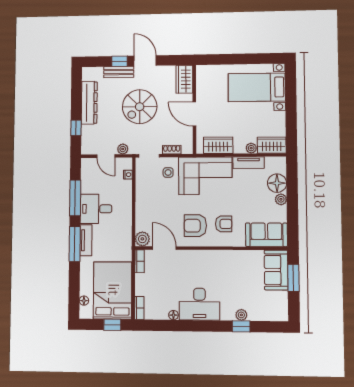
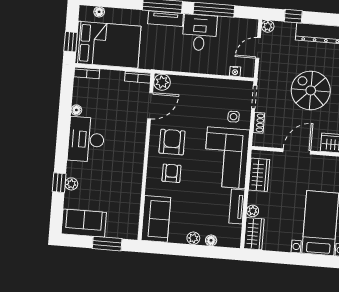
plant: (123, 149) -> (268, 26), moved
floor lamp: (277, 183) -> (211, 240), width x0.53, depth x0.53
armchair: (224, 224) -> (171, 173), turned 180
sofa: (276, 270) -> (84, 223), moved

